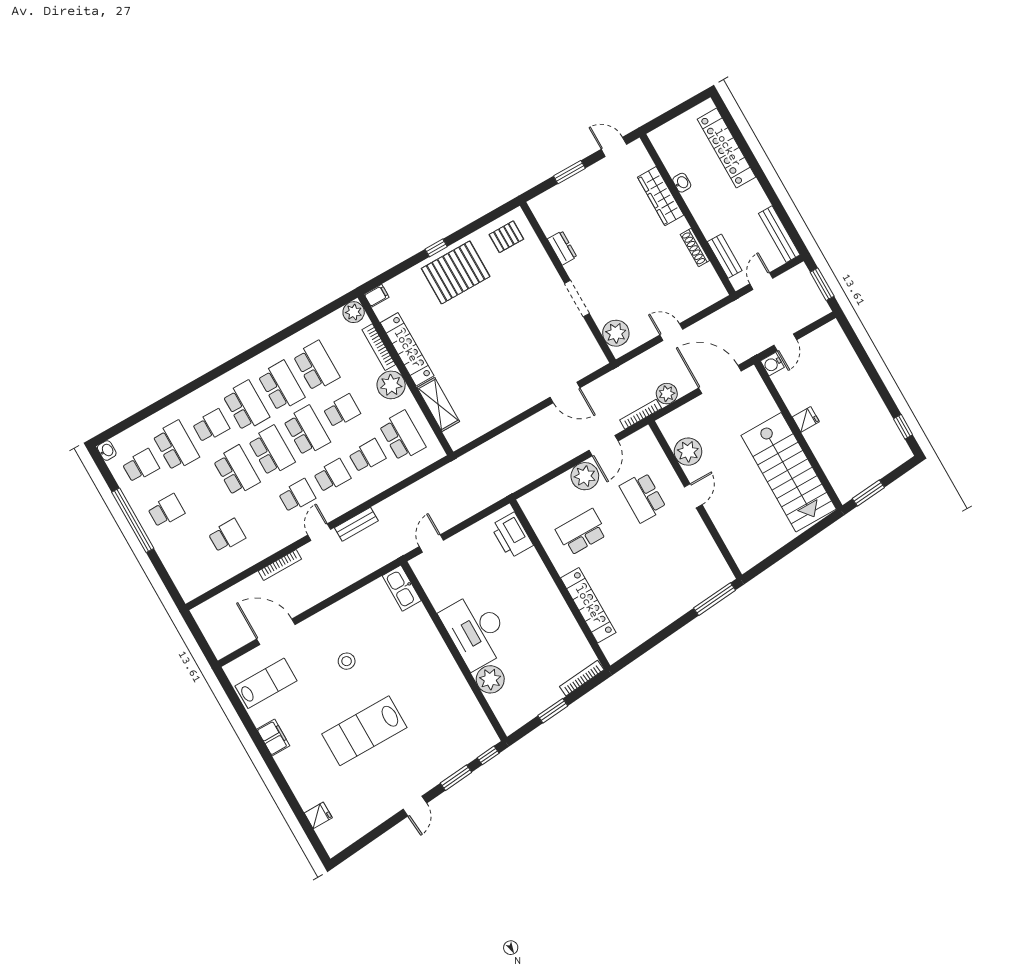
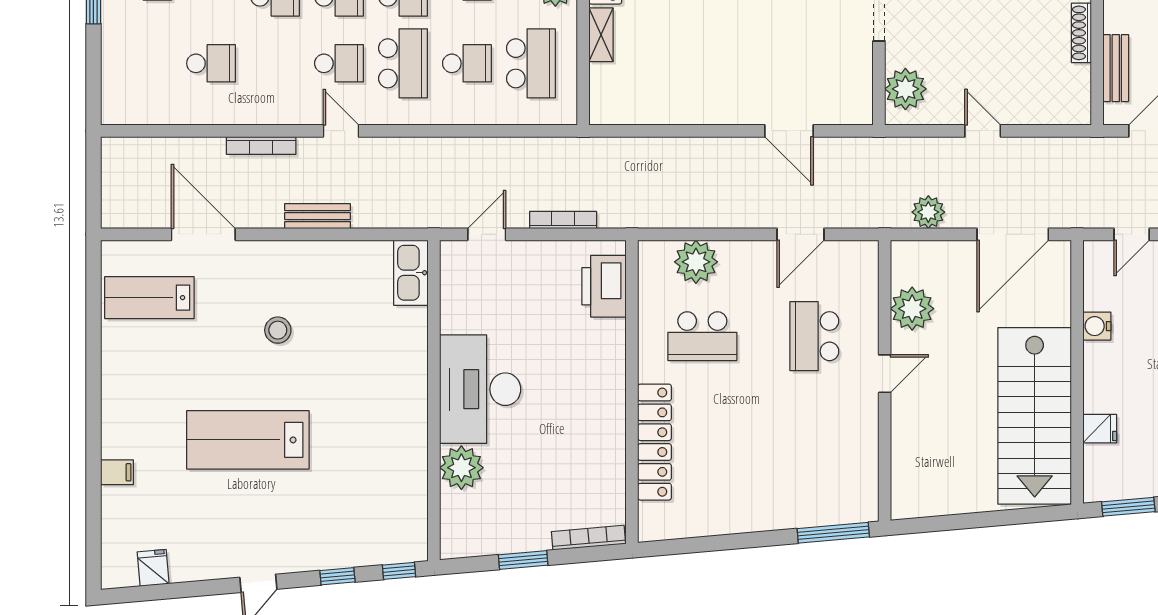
water cooler: (772, 364) -> (1097, 326), moved
door: (720, 380) -> (1013, 234), swing flipped
shelving: (438, 404) -> (601, 35), width x0.67, depth x0.75
bookcase: (641, 414) -> (563, 220), moved
fridge: (806, 419) -> (1100, 429), moved
school desk: (332, 476) -> (403, 63), width x1.85
plant: (585, 476) -> (696, 262), moved
bench: (356, 524) -> (317, 216), moved
door: (319, 532) -> (341, 131), hinge flipped
school desk: (581, 532) -> (702, 336), turned 180
lab bench: (266, 683) -> (149, 298), turned 180
filing cabinet: (273, 737) -> (117, 472), moved, width x0.50
window: (456, 778) -> (337, 576), width x0.67
fridge: (318, 815) -> (153, 568), moved, turned -95

